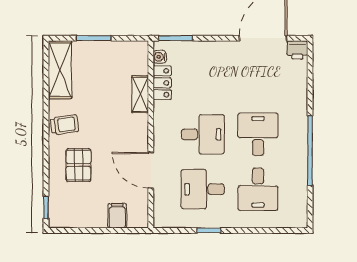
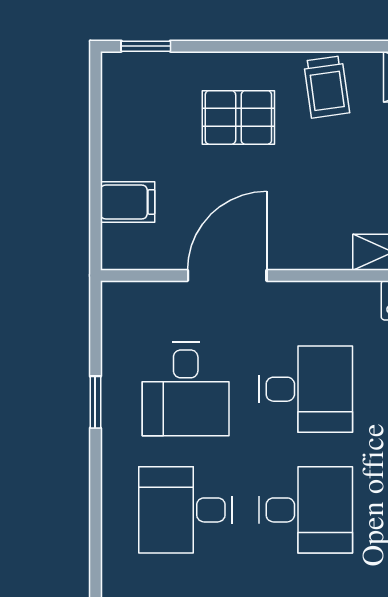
desk: (203, 134) -> (306, 389), turned -90
desk: (203, 189) -> (186, 389), turned 180

